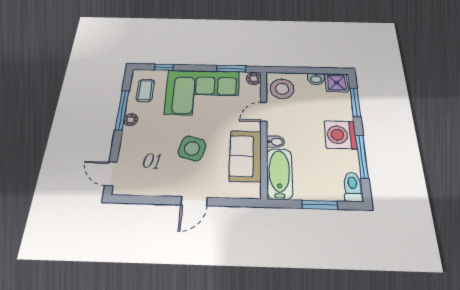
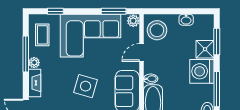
shower: (337, 83) -> (205, 49), moved
fireplace: (128, 143) -> (35, 83), added

